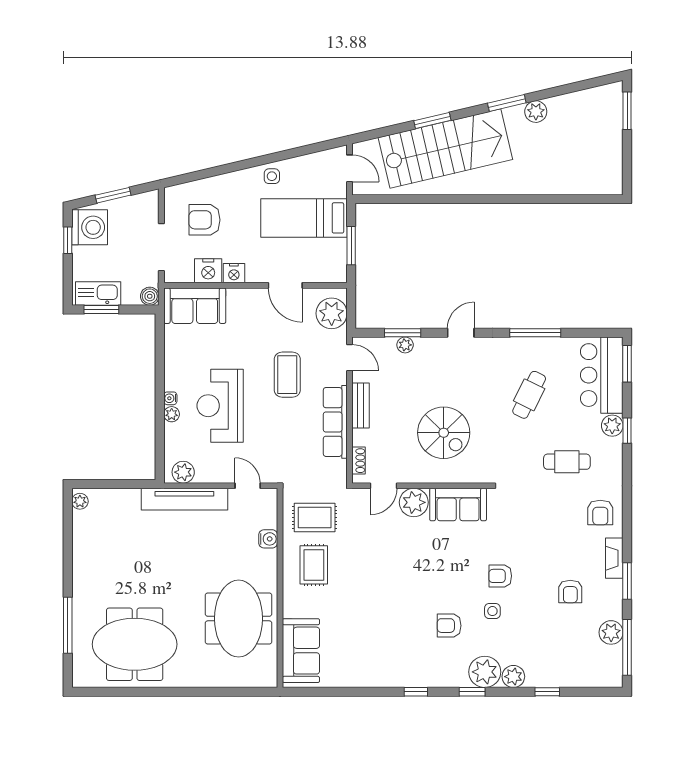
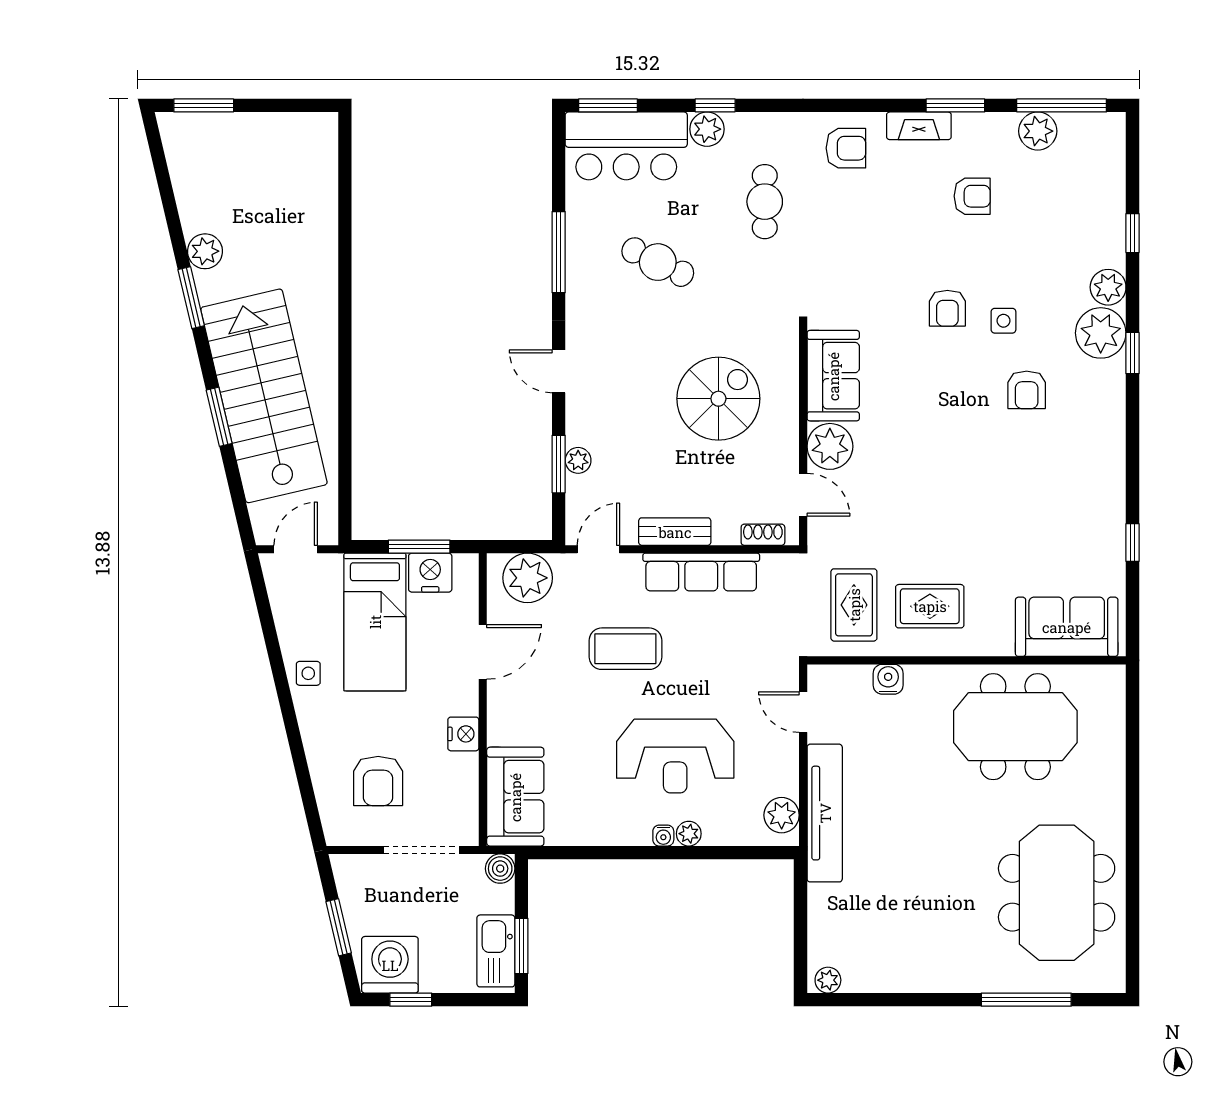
nightstand: (208, 271) -> (430, 573), moved, turned -90
door: (248, 486) -> (803, 712), hinge flipped
window: (416, 692) -> (1133, 543), moved

